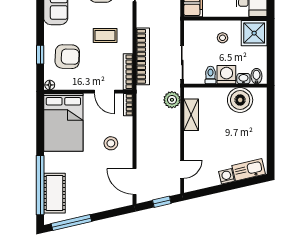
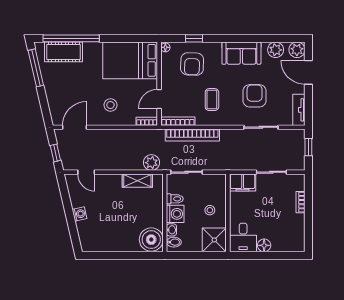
boiler: (240, 100) -> (151, 240), moved
kitchen sink: (249, 170) -> (86, 235), removed

